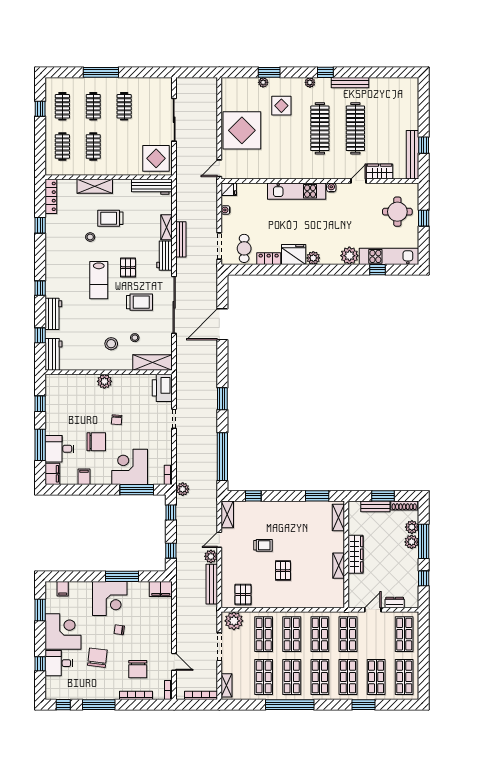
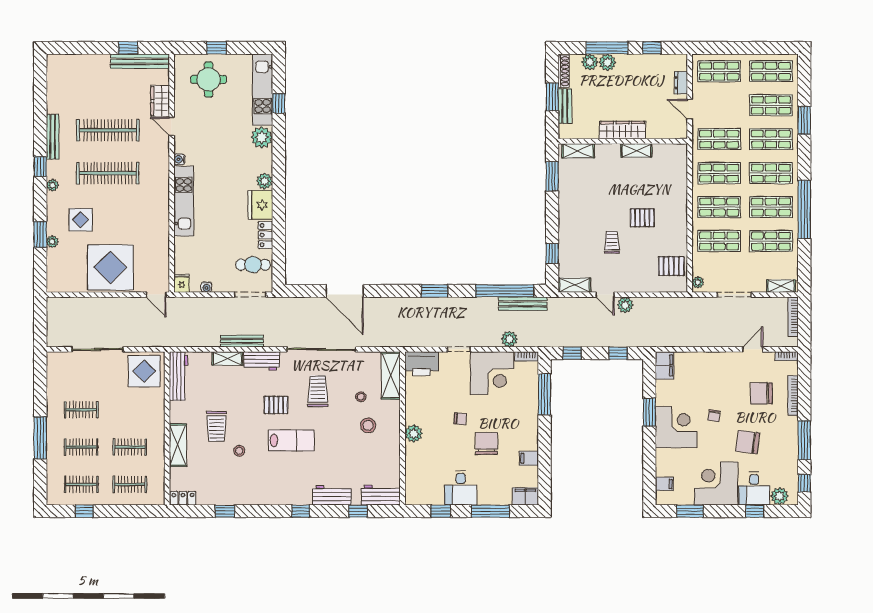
locker: (51, 196) -> (183, 498), width x0.66
desk: (60, 449) -> (461, 488), moved
corner desk: (130, 467) -> (492, 373), moved, turned -90
plant: (183, 489) -> (509, 339), moved
window: (122, 576) -> (649, 412), width x0.69
bench: (212, 584) -> (523, 304), moved
plant: (234, 621) -> (698, 282), width x0.53, depth x0.53
chair: (138, 669) -> (761, 393), turned 180
plant: (53, 684) -> (780, 496), added

